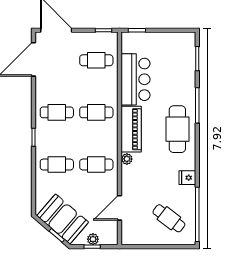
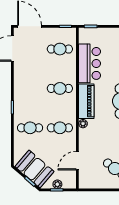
cafe table: (57, 112) -> (30, 88), removed

